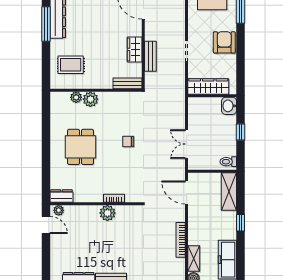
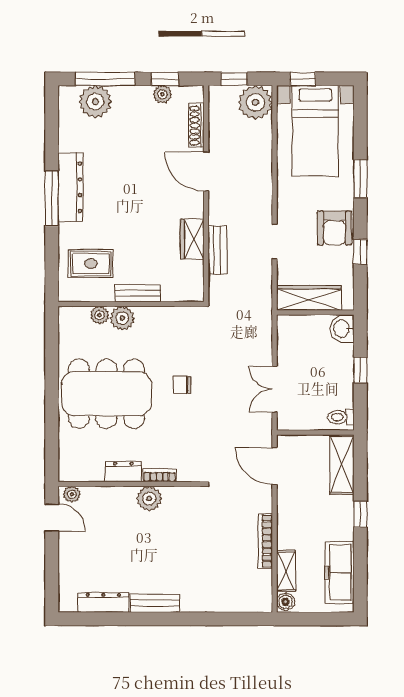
armchair: (224, 42) -> (335, 228), turned 180
window: (241, 57) -> (360, 252), added
bench: (128, 83) -> (138, 293), moved
dining table: (80, 147) -> (106, 394), width x1.88, depth x1.24
dresser: (62, 196) -> (123, 472), moved

